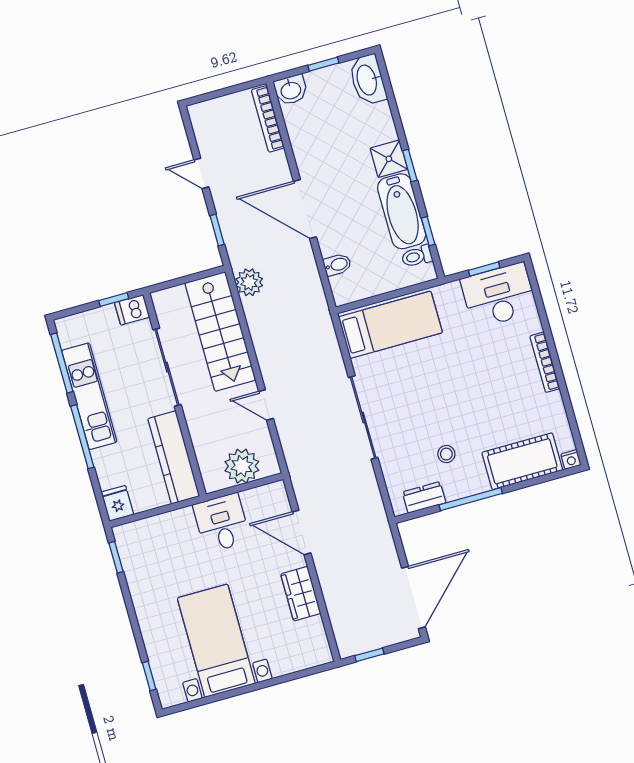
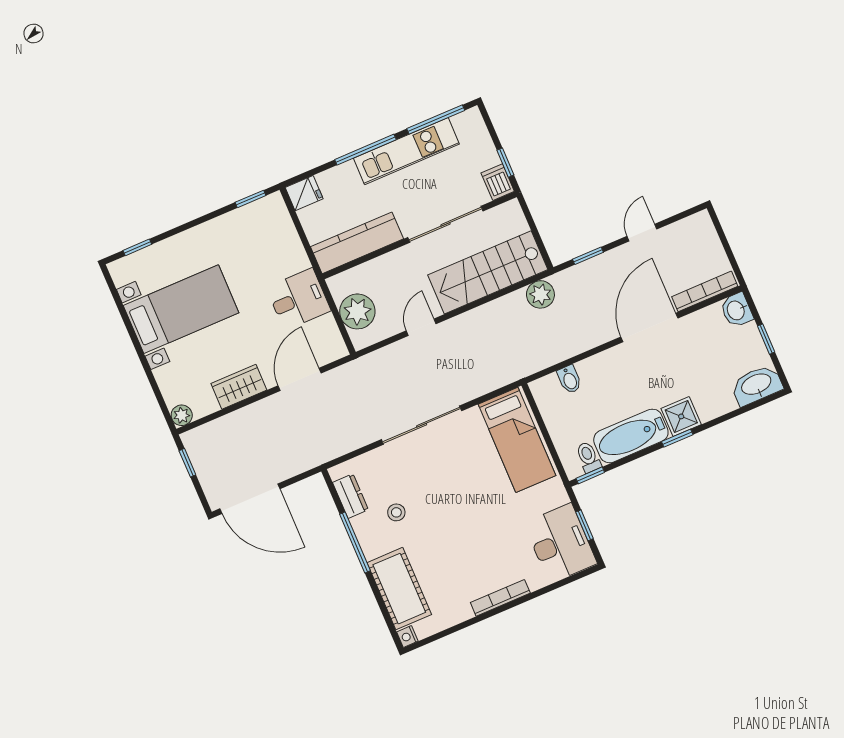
door: (305, 209) -> (649, 328), moved
window: (428, 231) -> (590, 475), moved
plant: (322, 654) -> (182, 415), added

